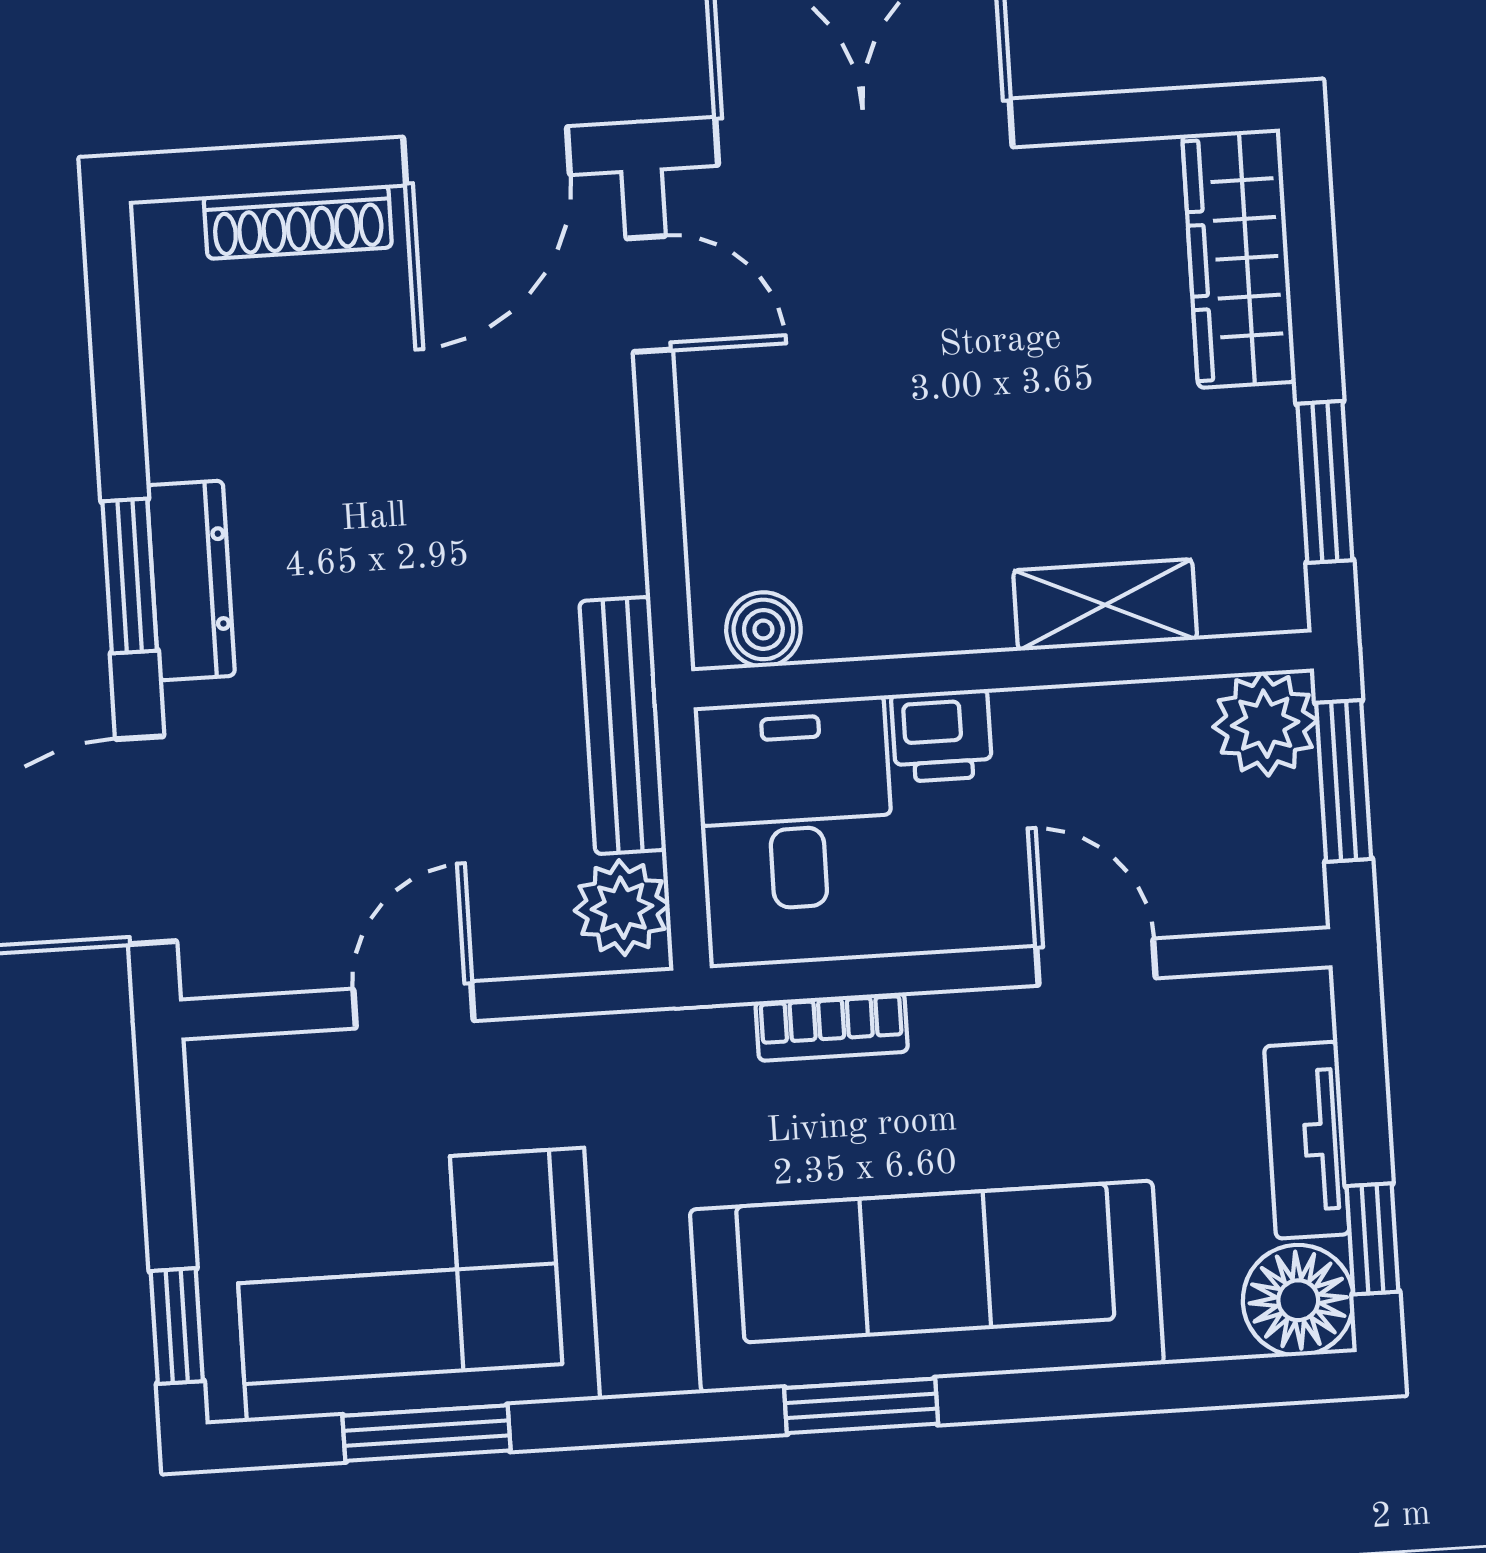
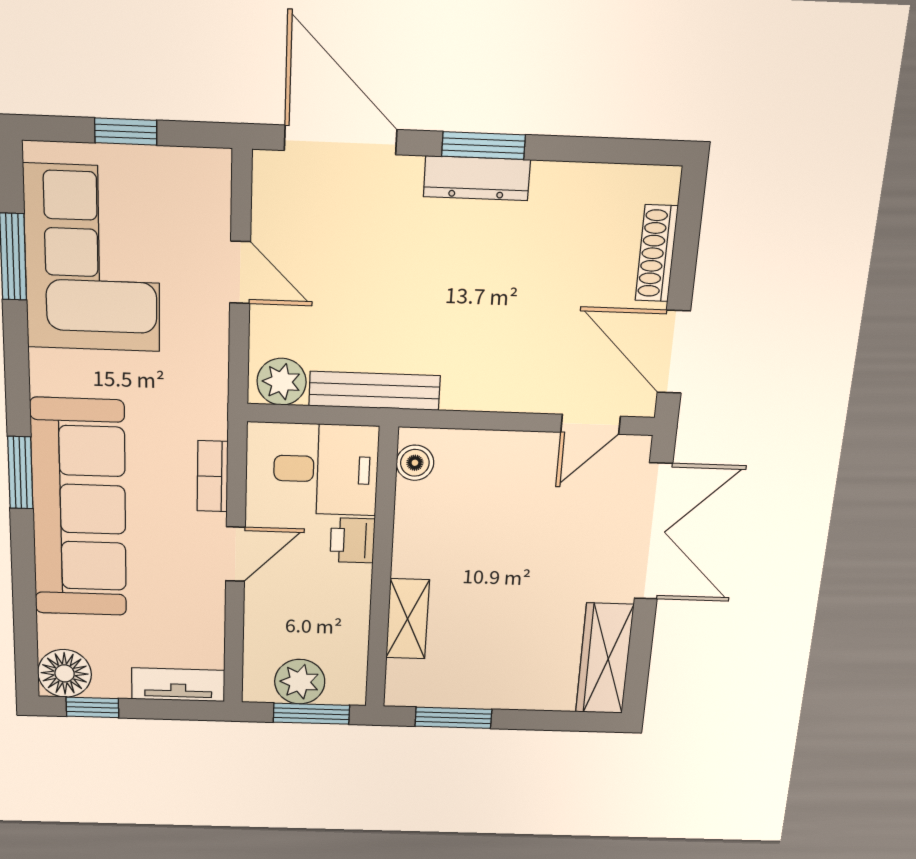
wardrobe: (1239, 258) -> (605, 659), moved, turned -90
plant: (1265, 724) -> (300, 682), moved
door: (1096, 962) -> (235, 554), moved
tv unit: (1307, 1140) -> (178, 685), moved
window: (177, 1326) -> (126, 132), moved

